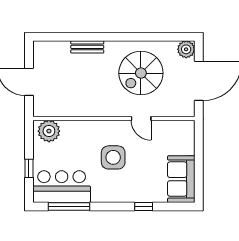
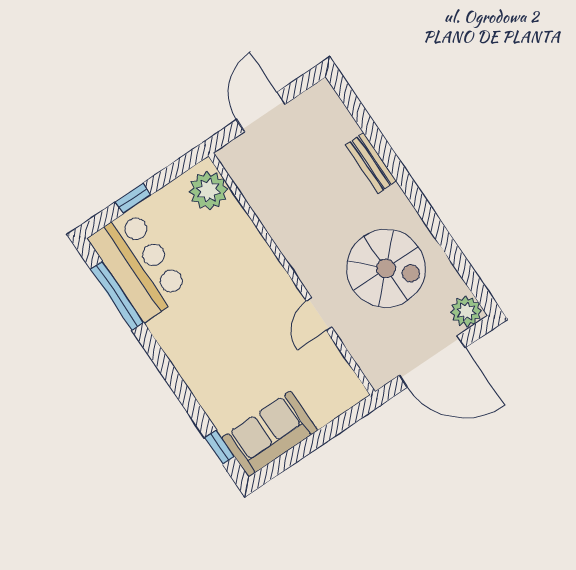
spiral stairs: (141, 73) -> (386, 268), turned 180
side table: (113, 157) -> (234, 312), removed
window: (144, 206) -> (220, 447), moved

